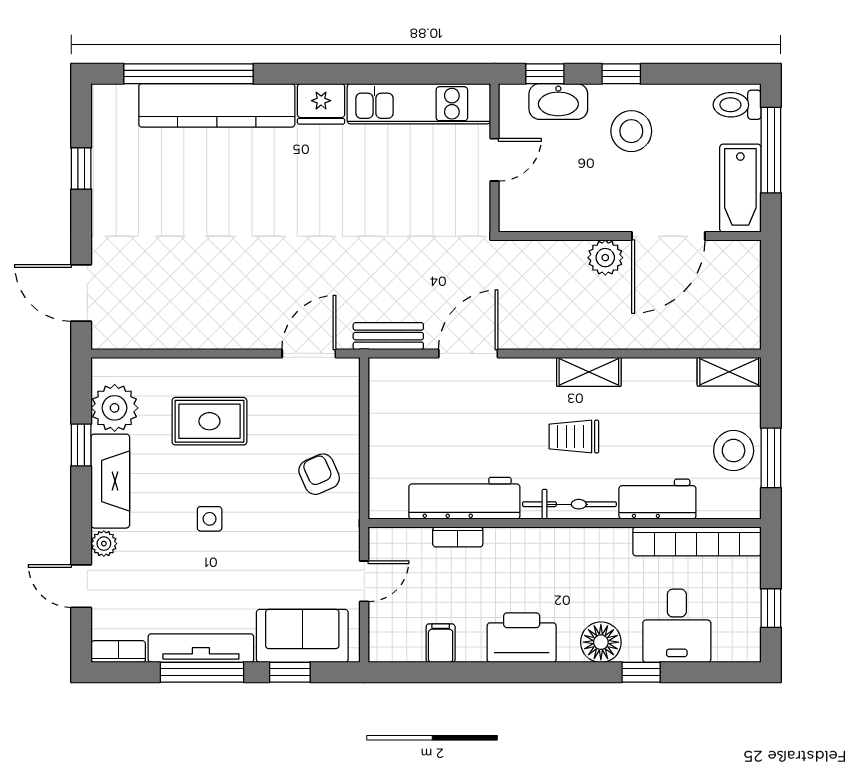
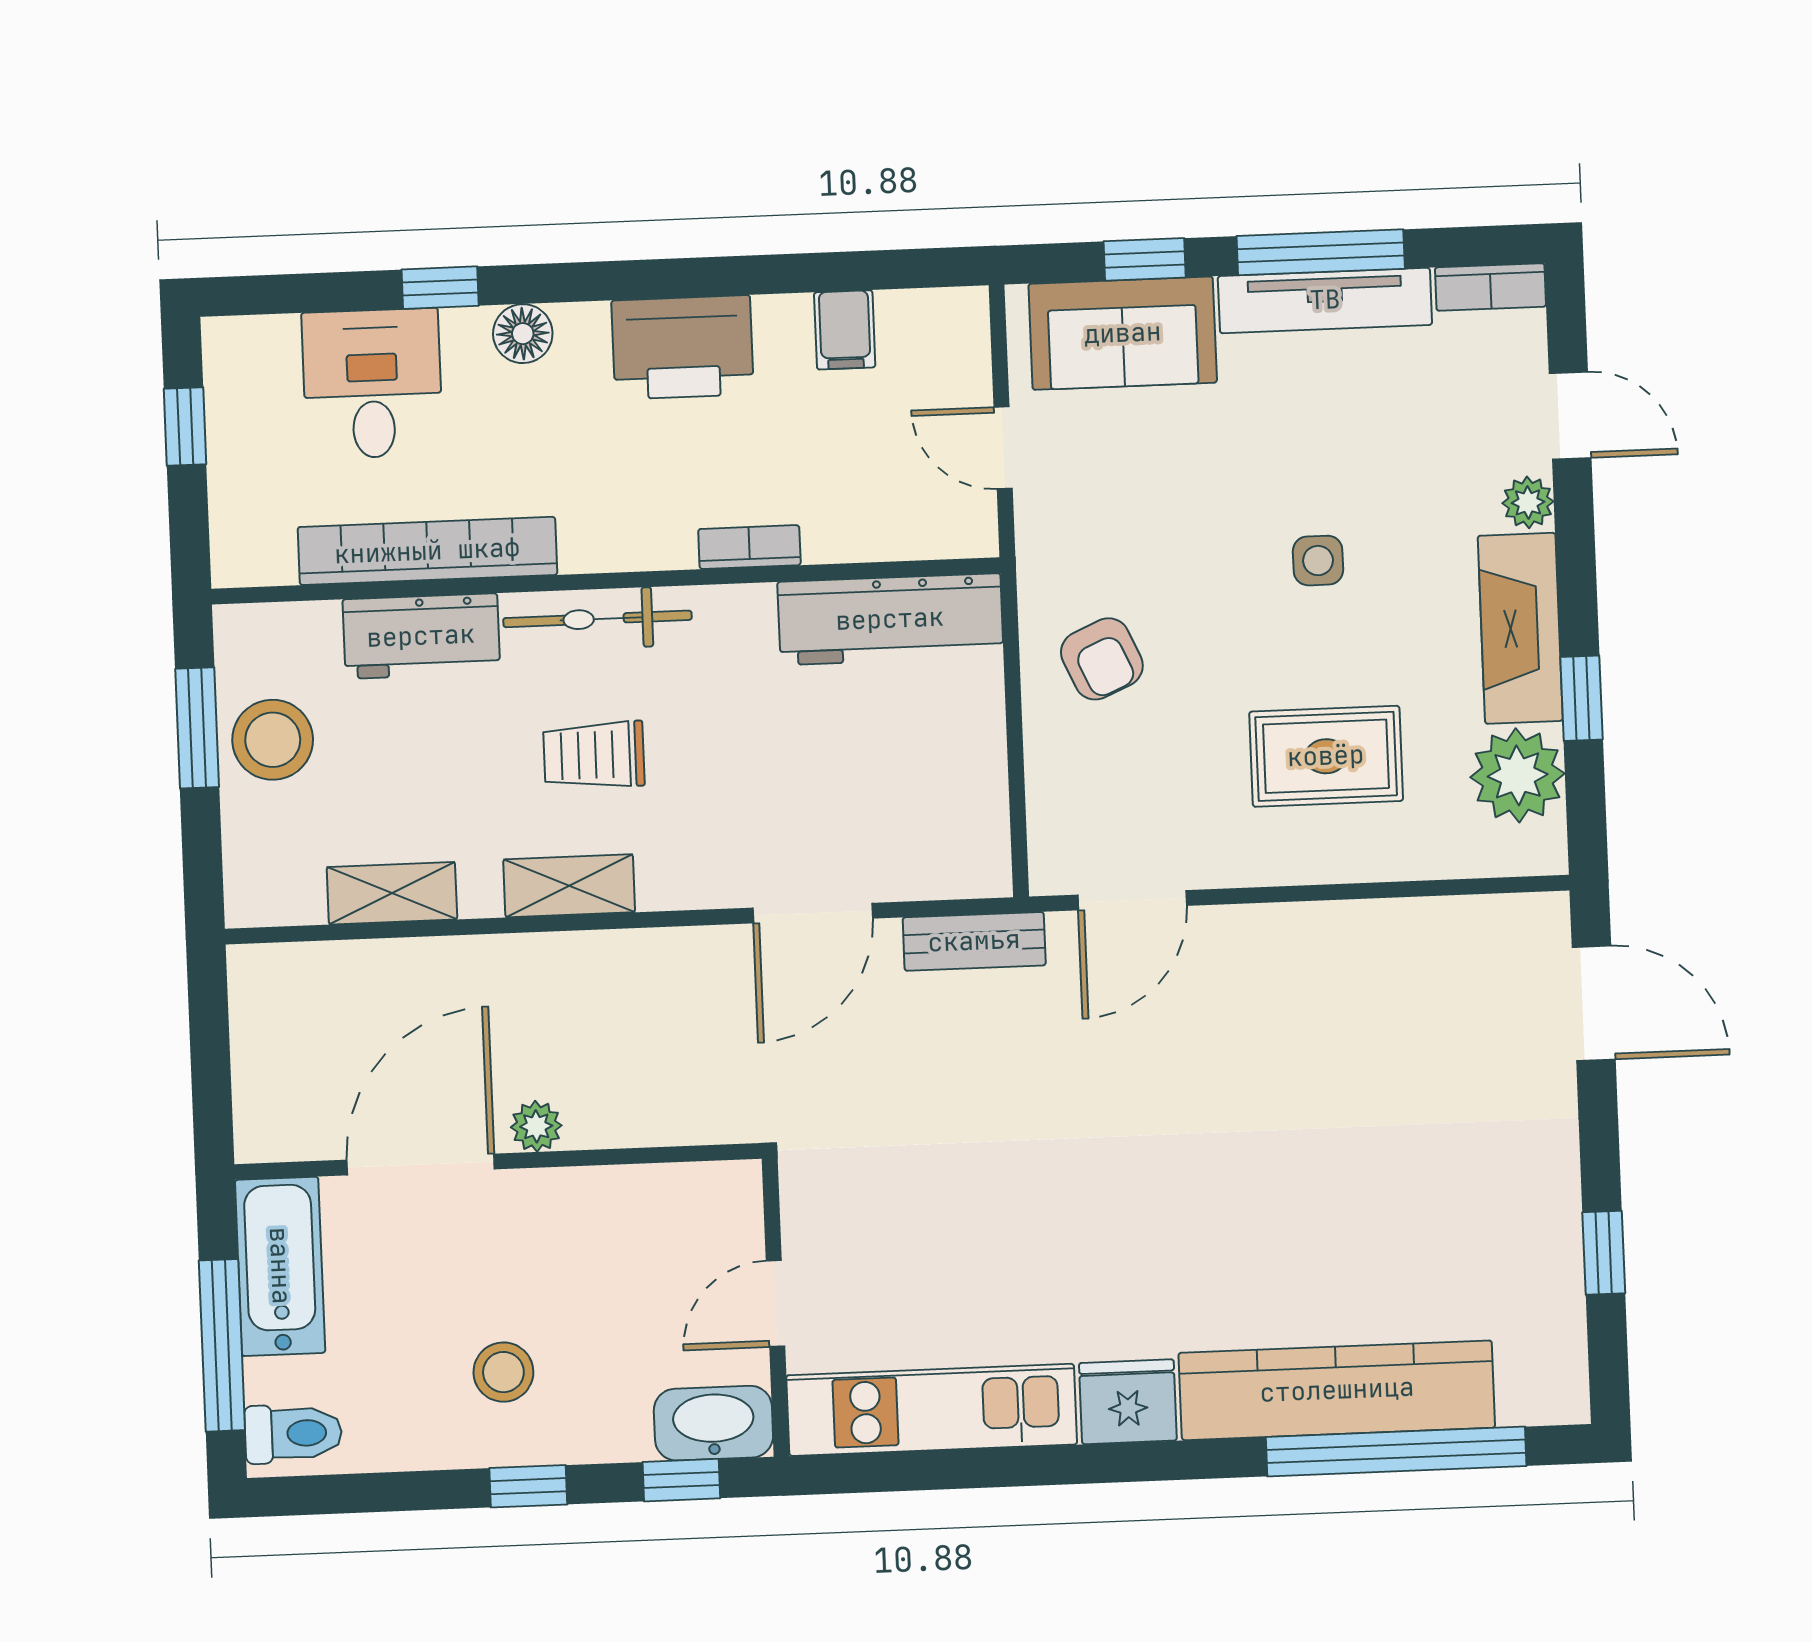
washbasin: (558, 101) -> (713, 1423), moved
stool: (631, 131) -> (503, 1372), width x0.73, depth x0.73
plant: (605, 258) -> (536, 1126), width x0.73, depth x0.73
shelving: (729, 372) -> (392, 893), moved
trolley: (574, 437) -> (594, 755), turned 180
workbench: (464, 498) -> (890, 619), moved
bookcase: (458, 537) -> (749, 547), moved
bookcase: (697, 541) -> (427, 551), moved
door: (364, 581) -> (1003, 448), hinge flipped
floor lamp: (601, 642) -> (523, 334), width x0.73, depth x0.73

